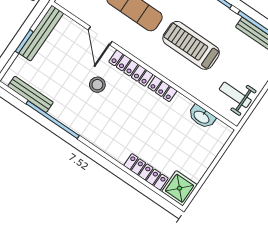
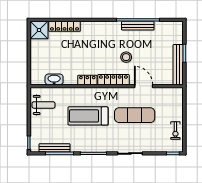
treadmill: (191, 45) -> (88, 116), turned 180
bench: (30, 94) -> (138, 26), moved

